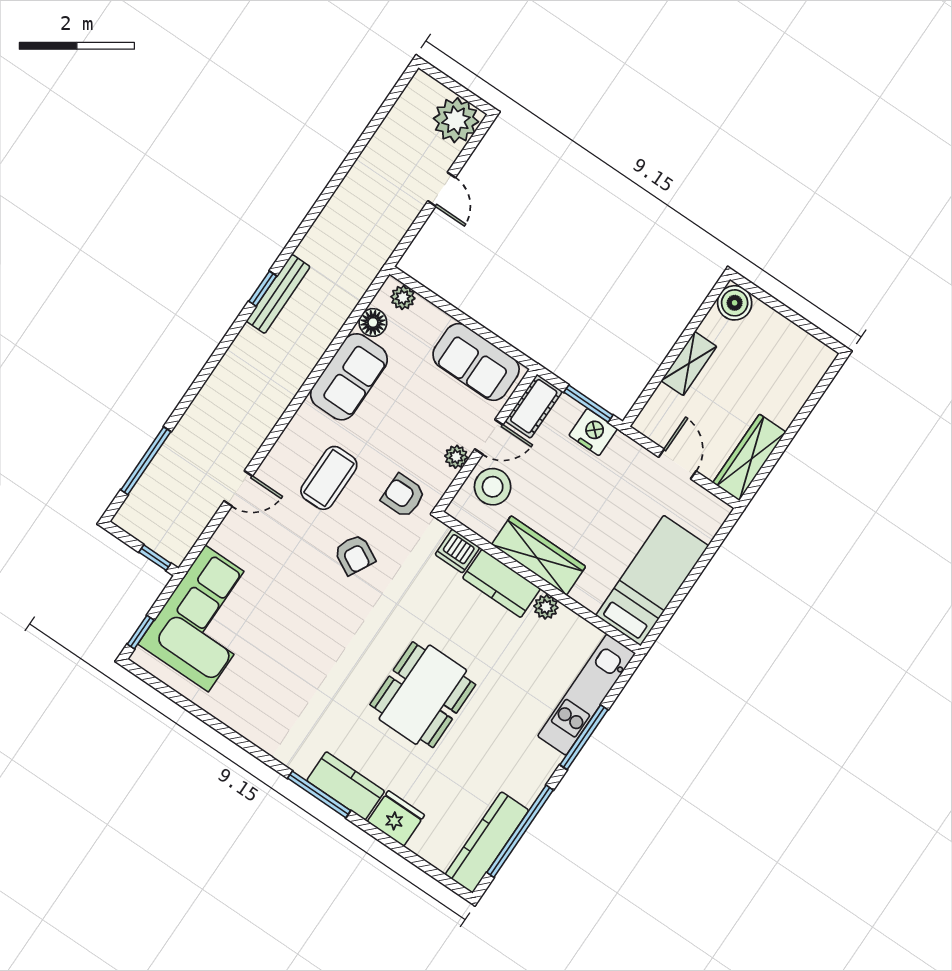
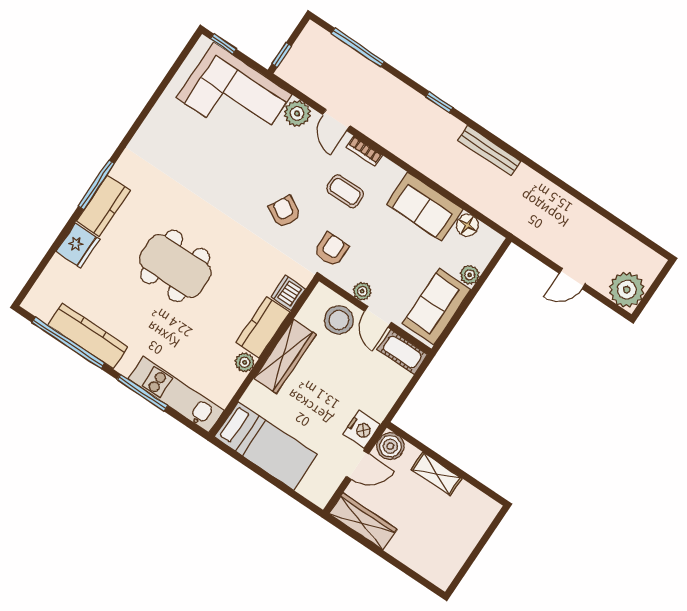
window: (263, 289) -> (439, 102), moved
plant: (403, 297) -> (470, 275), moved
boiler: (735, 303) -> (390, 446), moved
window: (588, 404) -> (405, 395), removed
nightstand: (593, 432) -> (362, 429), moved
bookcase: (278, 453) -> (364, 151), added
coffee table: (329, 478) -> (345, 191), width x0.73, depth x0.77
plant: (230, 539) -> (297, 113), added
armchair: (355, 555) -> (285, 212), turned 91
kitchen counter: (487, 842) -> (88, 336), moved

